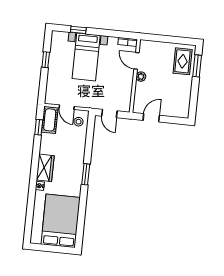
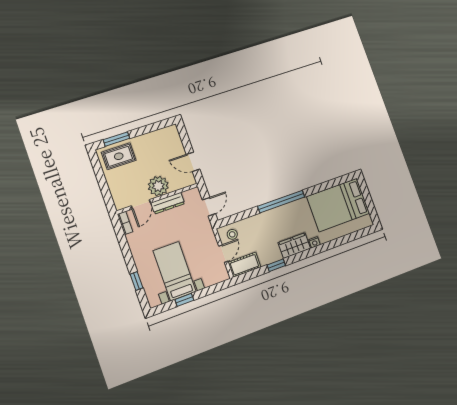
bed with nightstands: (86, 57) -> (175, 271), moved, turned -90
plant: (141, 77) -> (158, 186), width x1.88, depth x1.88
dresser: (128, 82) -> (168, 203), added
window: (39, 127) -> (276, 265), moved
window: (86, 174) -> (281, 202), width x2.11

